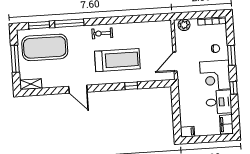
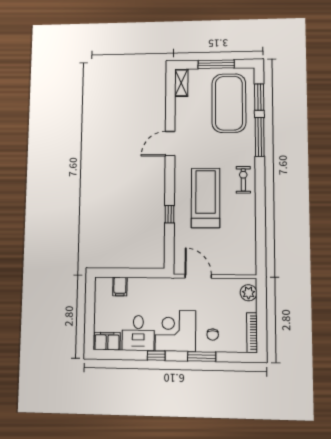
treadmill: (117, 60) -> (206, 198), turned 180
filing cabinet: (187, 132) -> (120, 286), moved

